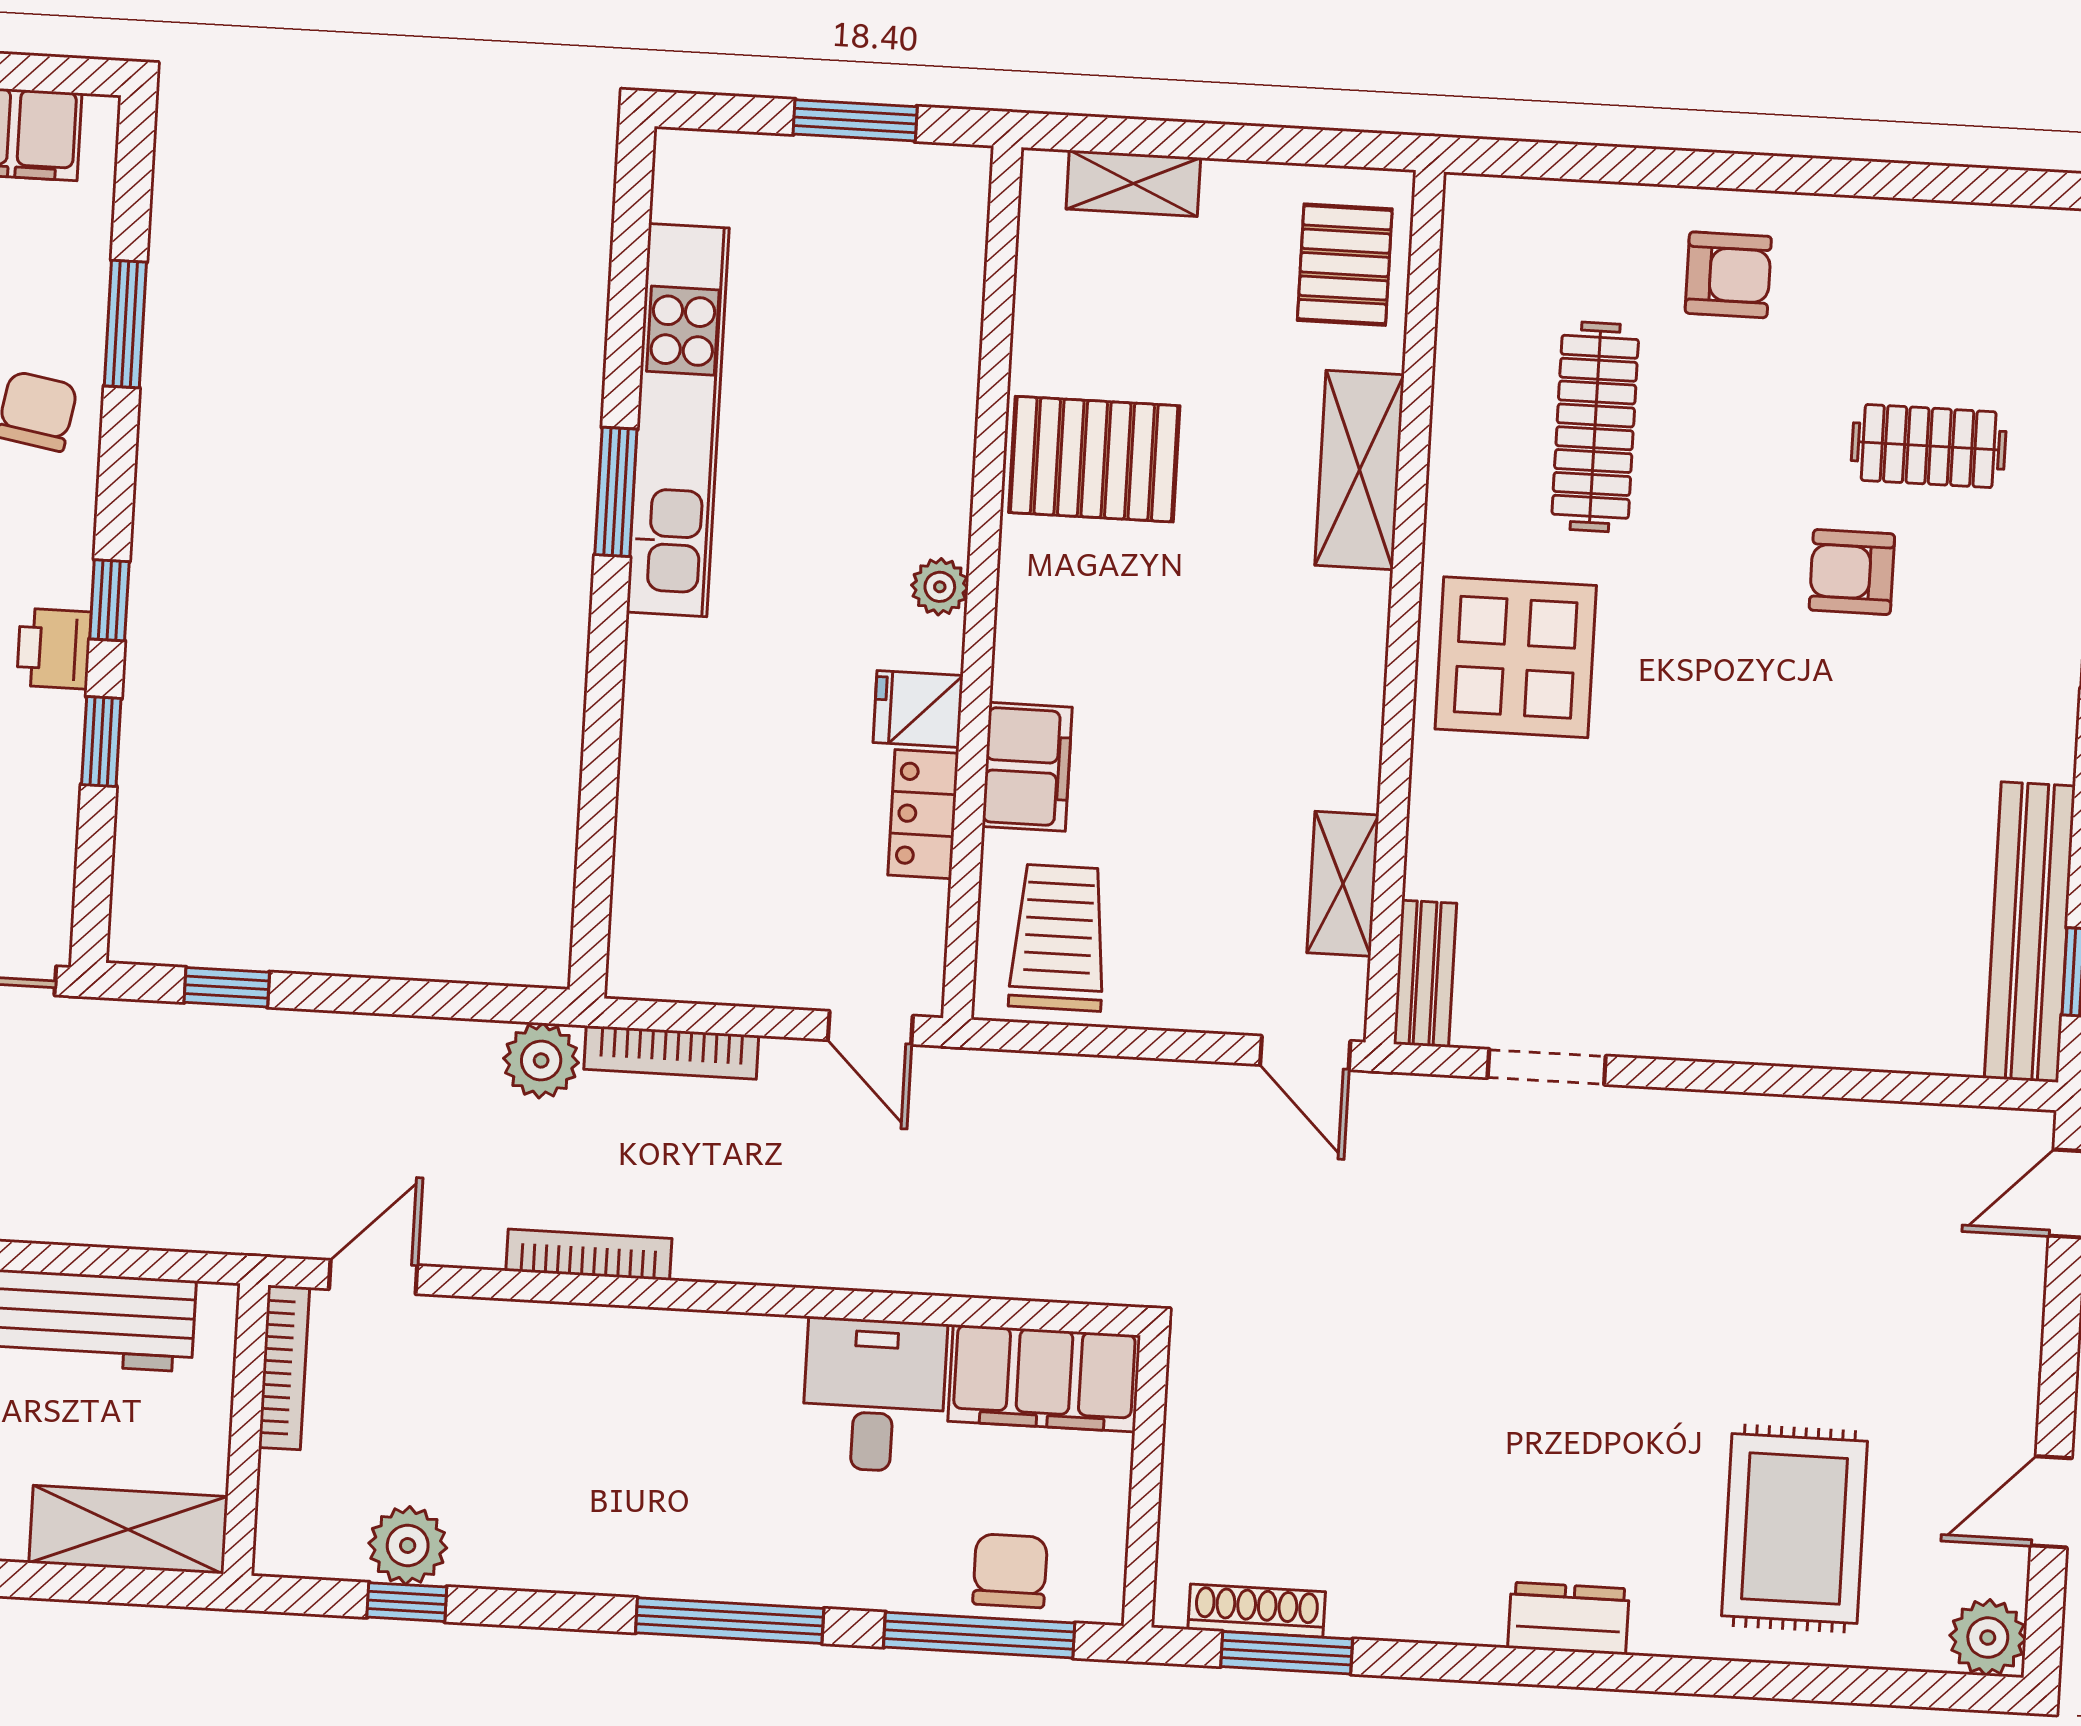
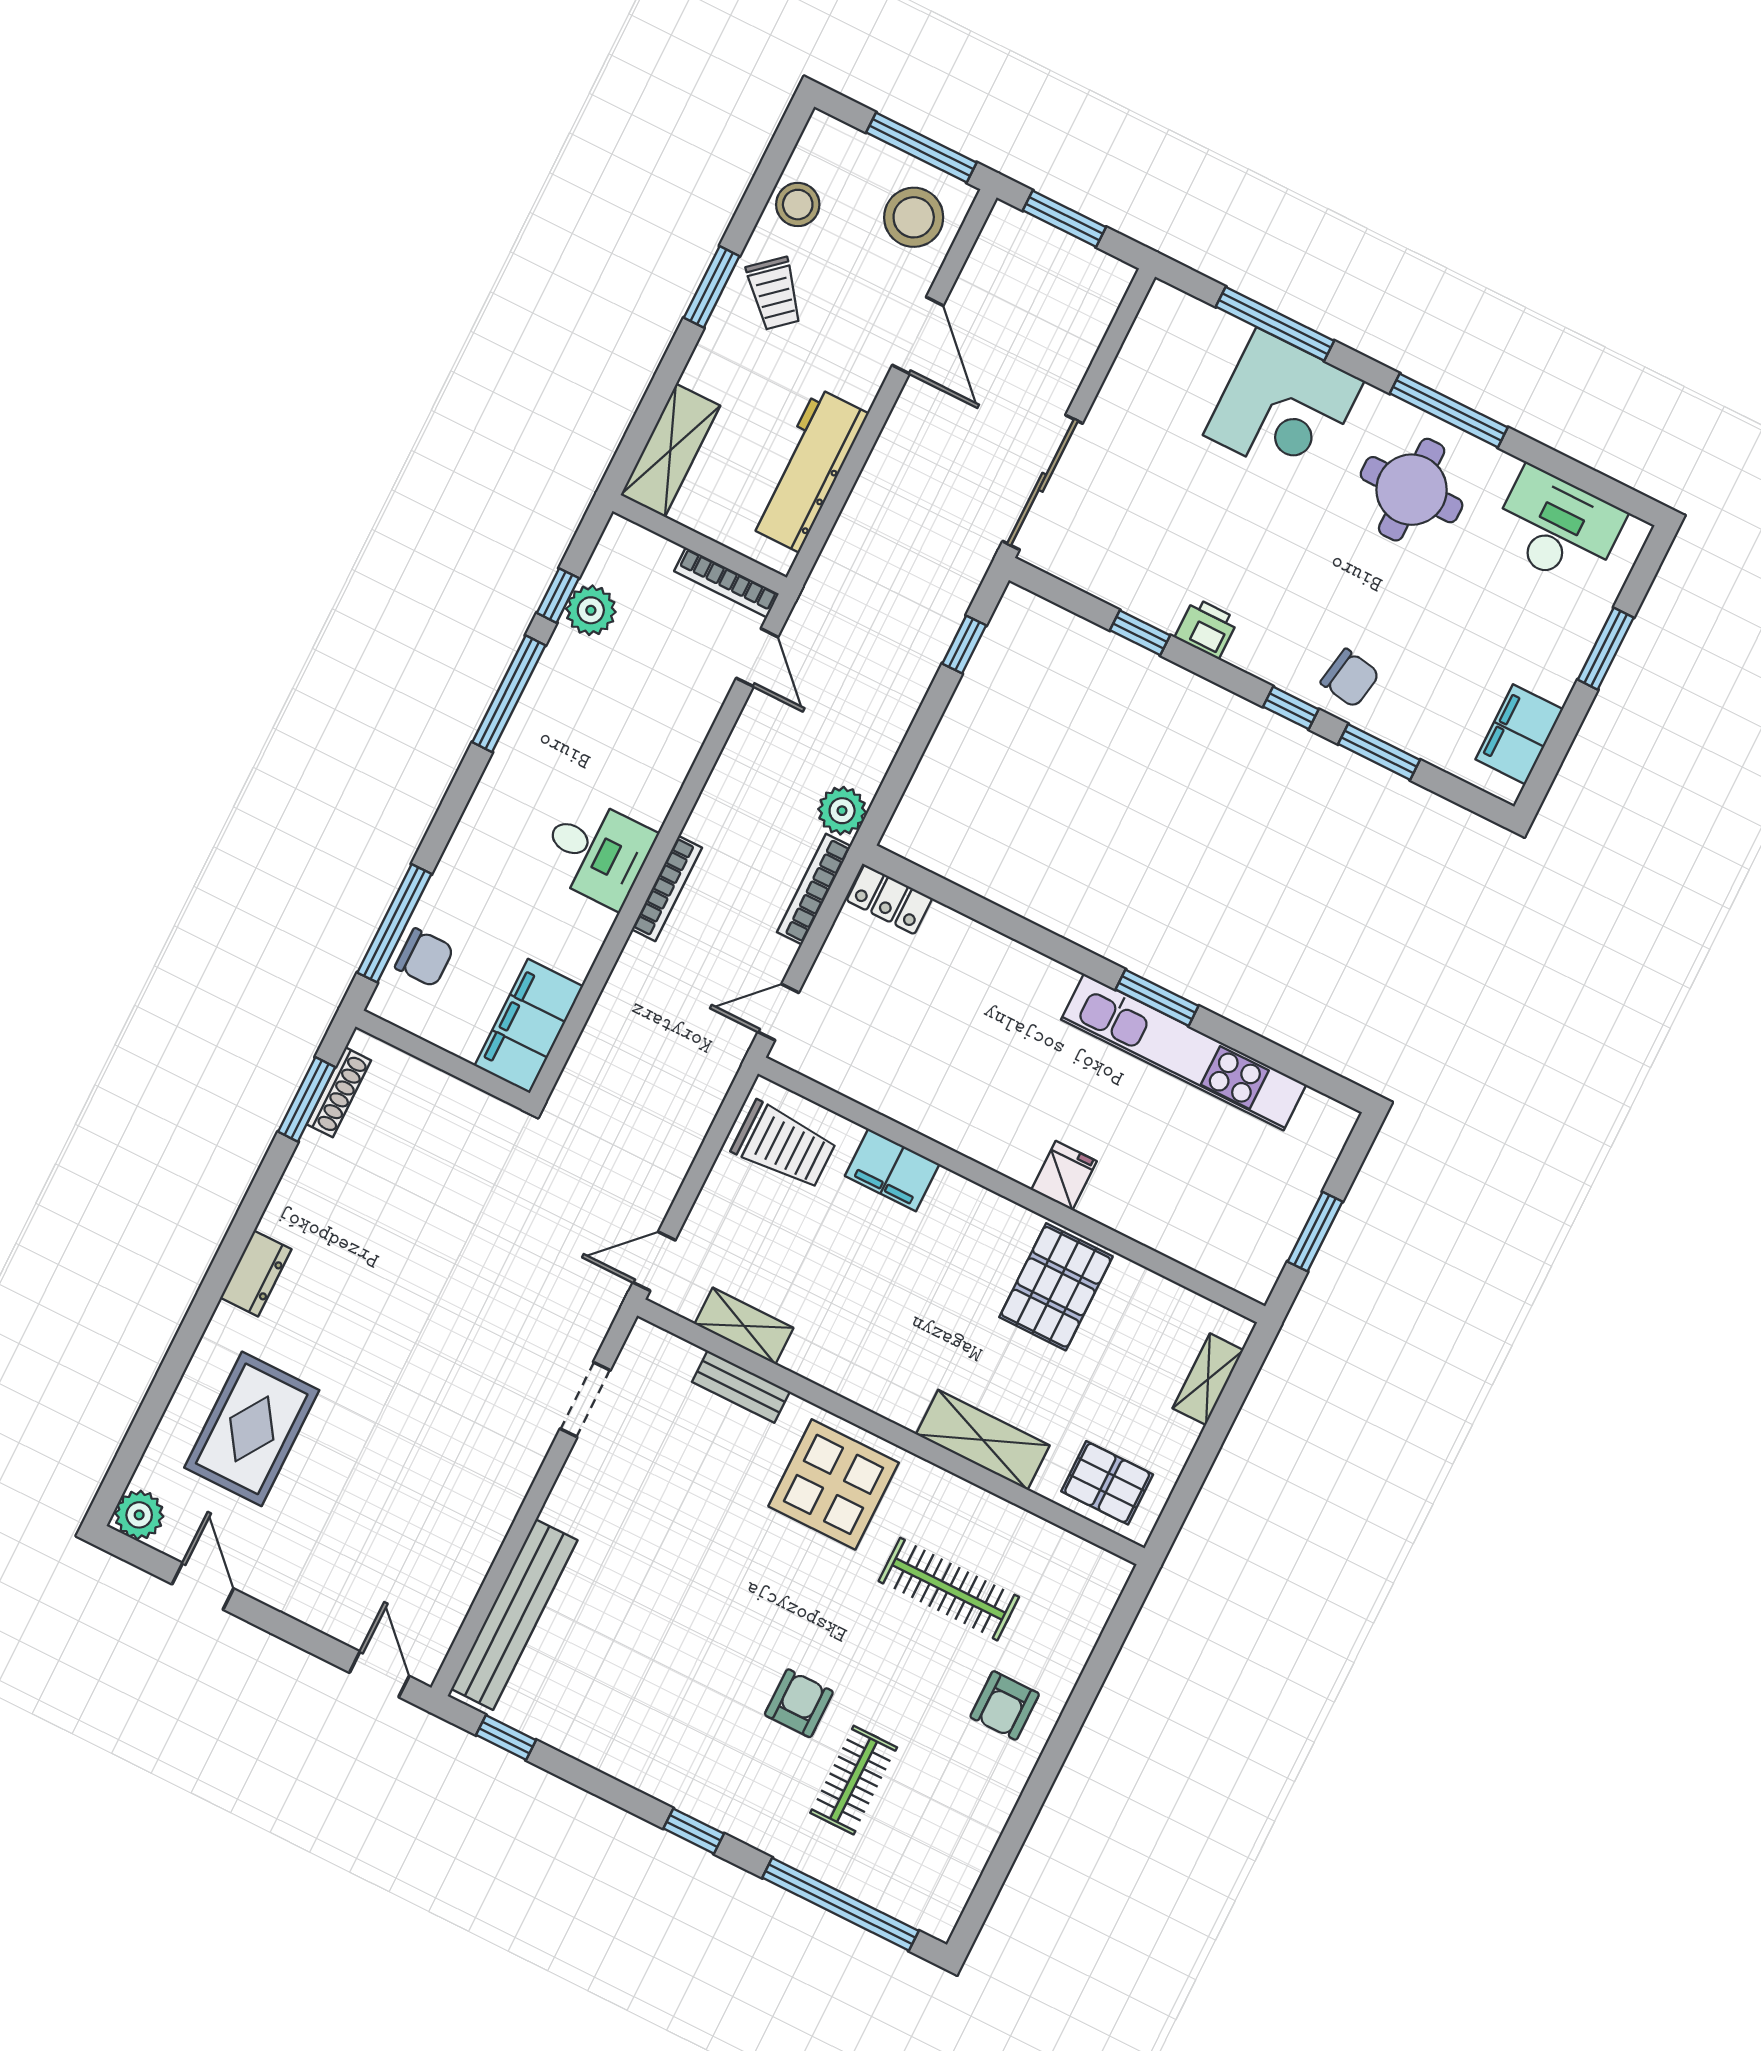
plant: (940, 587) -> (1020, 1164), removed
window: (109, 600) -> (1291, 708), moved
fridge: (918, 709) -> (1064, 1176), moved
locker: (923, 814) -> (889, 899), moved, turned 180
bench: (2030, 932) -> (514, 1615), moved, turned 90
bench: (1425, 974) -> (741, 1387), moved
bookcase: (589, 1255) -> (667, 889), moved
desk: (874, 1395) -> (597, 852), moved
rug: (1795, 1529) -> (252, 1429), turned 90
window: (730, 1621) -> (509, 694), moved

